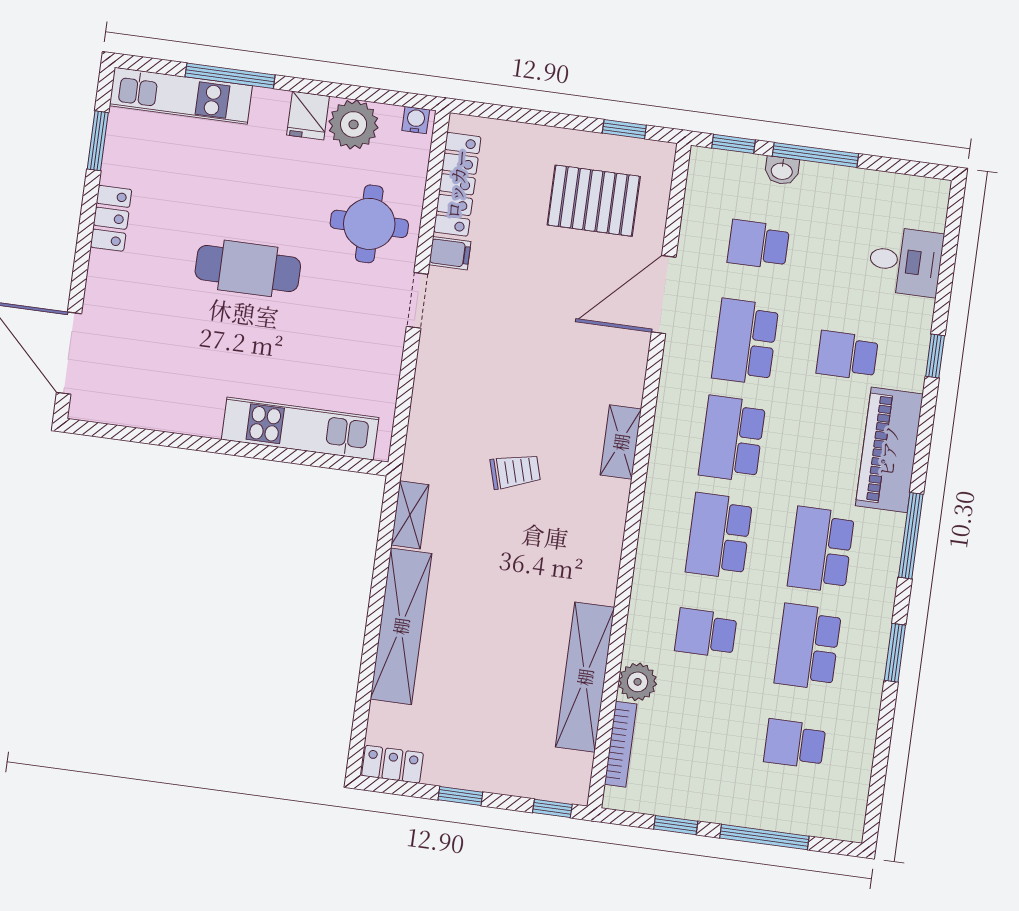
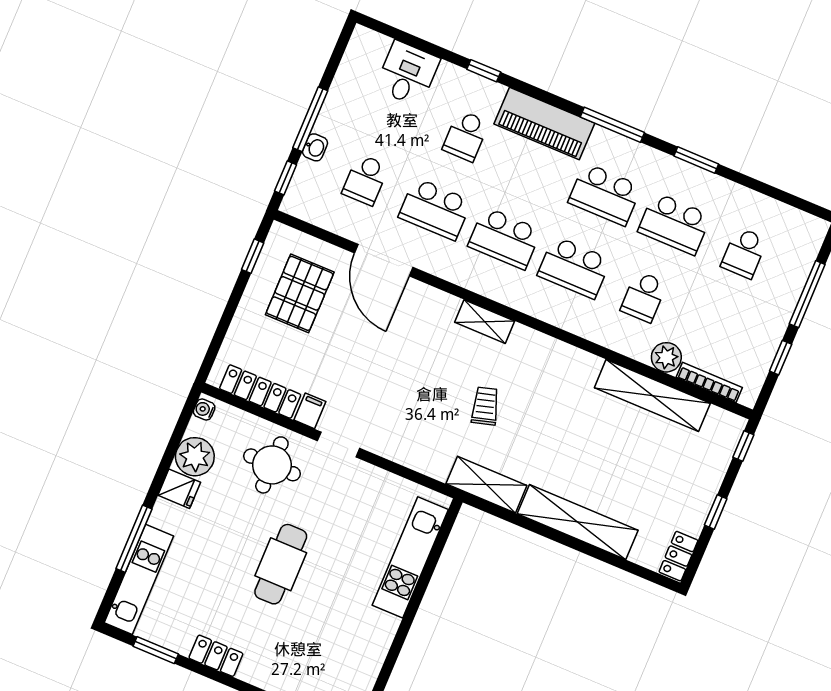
shelving: (410, 515) -> (486, 485), width x1.50, depth x1.33

